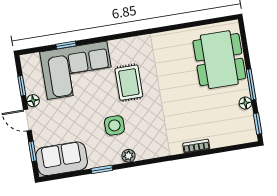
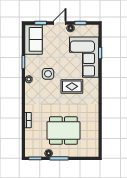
dining table: (219, 60) -> (63, 131), moved

